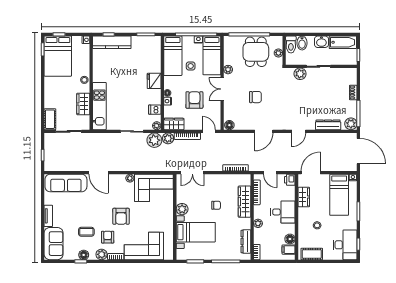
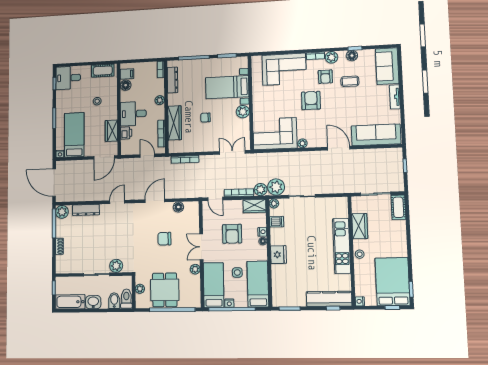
double door: (222, 89) -> (201, 247), swing flipped
kitchen unit: (99, 106) -> (342, 246), moved
floor lamp: (229, 125) -> (178, 207), moved
printer: (290, 180) -> (126, 133), moved
desk: (345, 245) -> (68, 78), width x0.73

